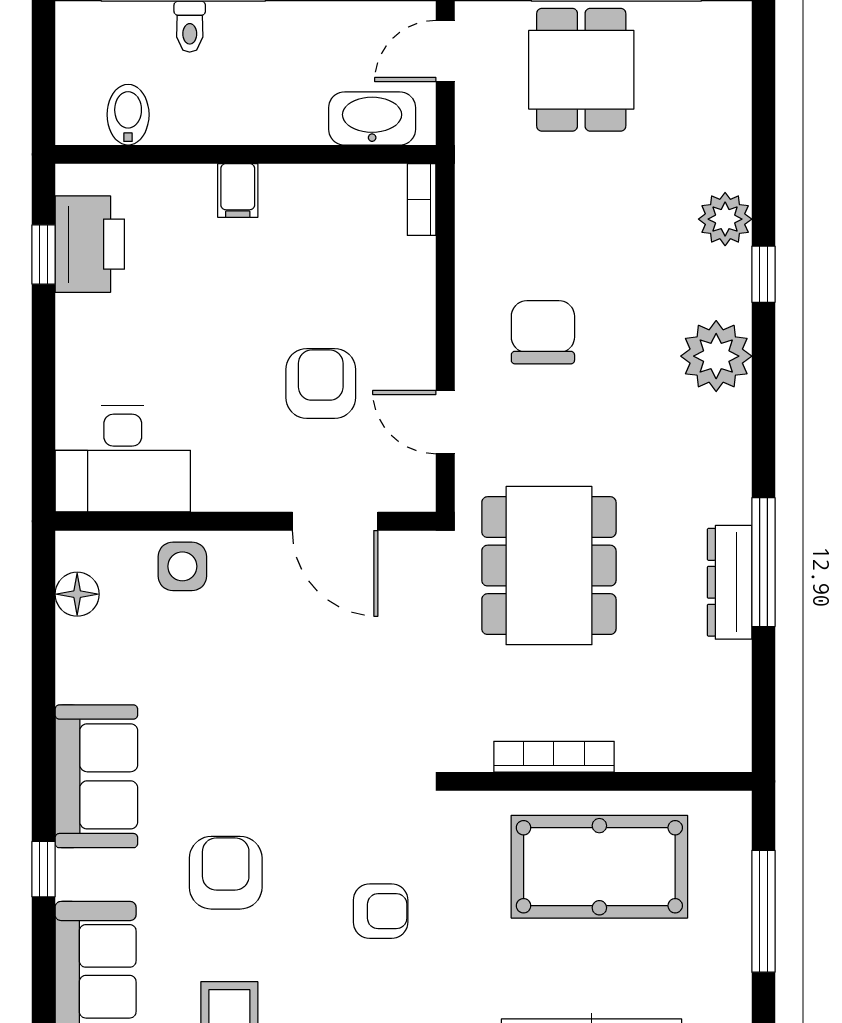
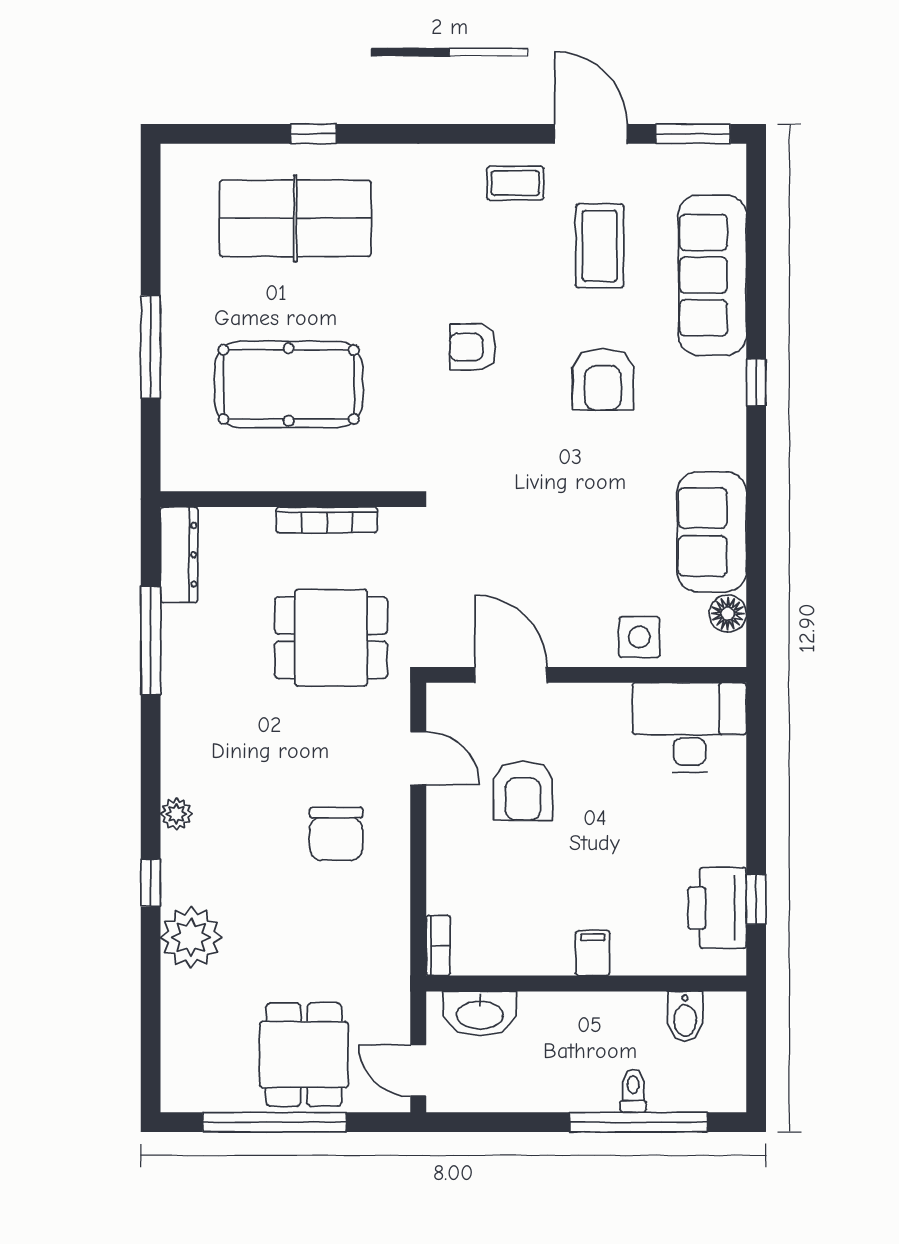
door: (445, 51) -> (418, 1070), swing flipped
plant: (725, 219) -> (191, 937), width x1.36, depth x1.36
plant: (716, 356) -> (176, 814), width x0.53, depth x0.53
dining table: (549, 566) -> (331, 638), width x0.73
dresser: (730, 582) -> (179, 555), moved
bookcase: (554, 757) -> (327, 520), moved
sofa: (96, 776) -> (712, 532), moved
wall: (603, 781) -> (285, 499), moved

